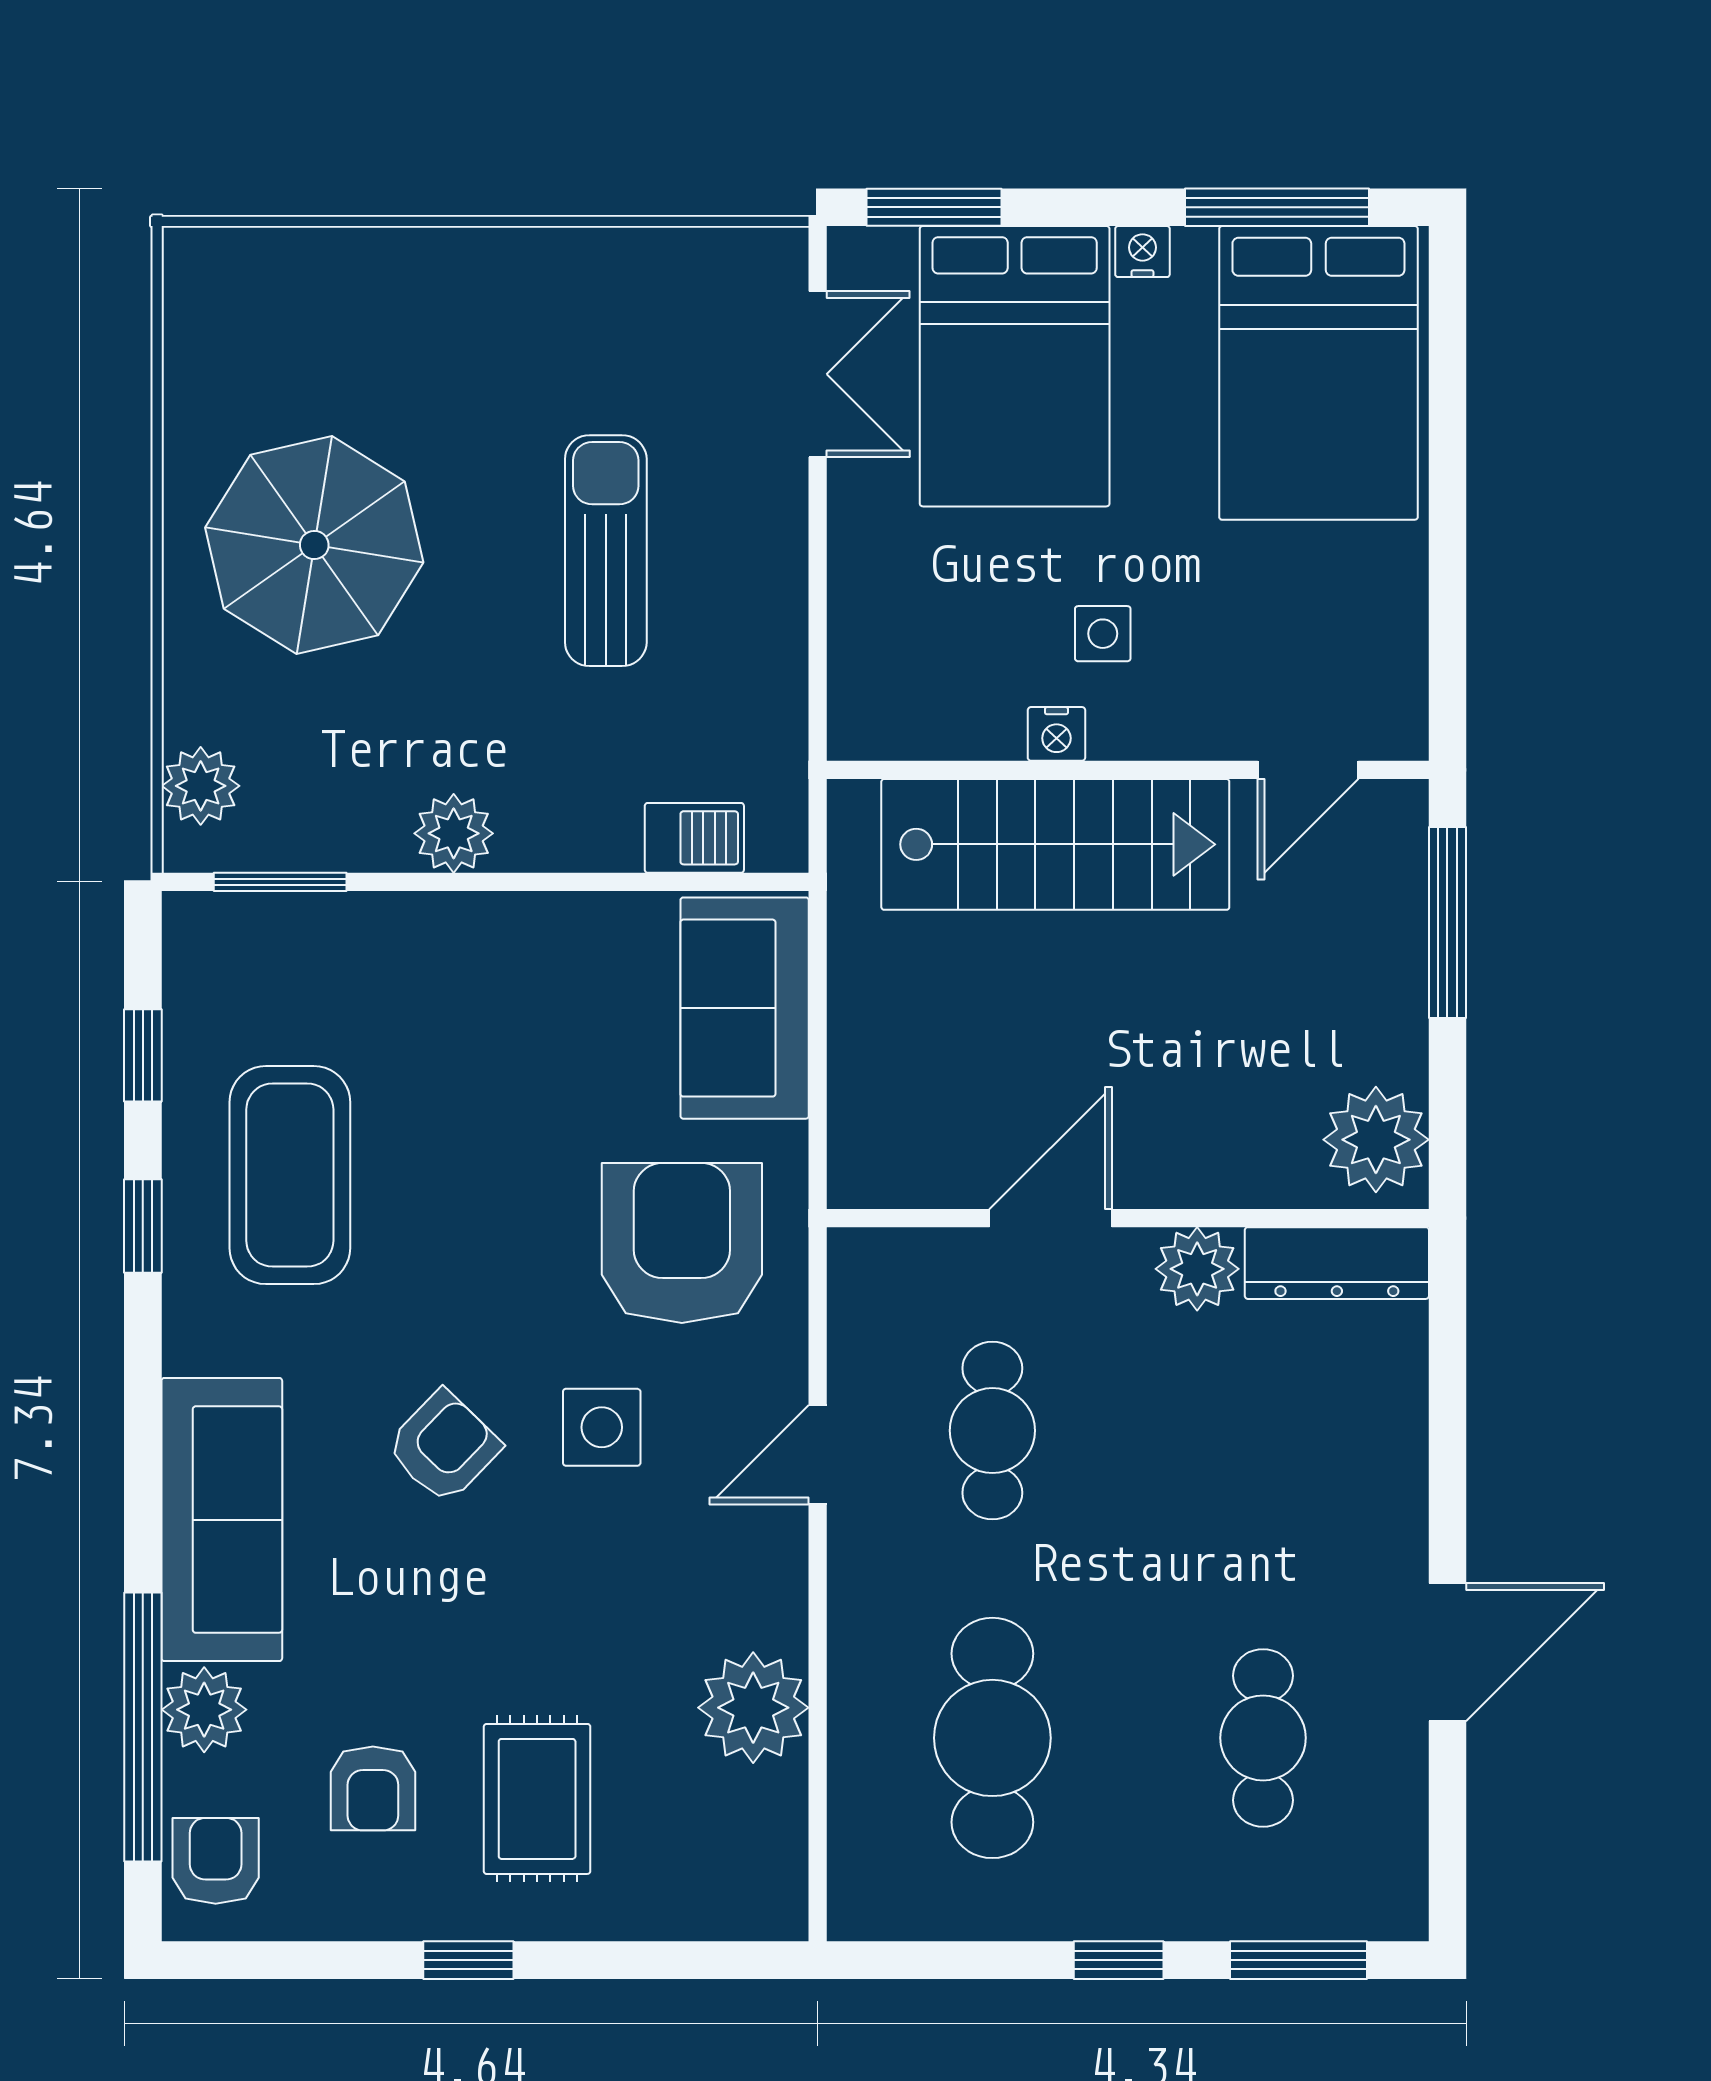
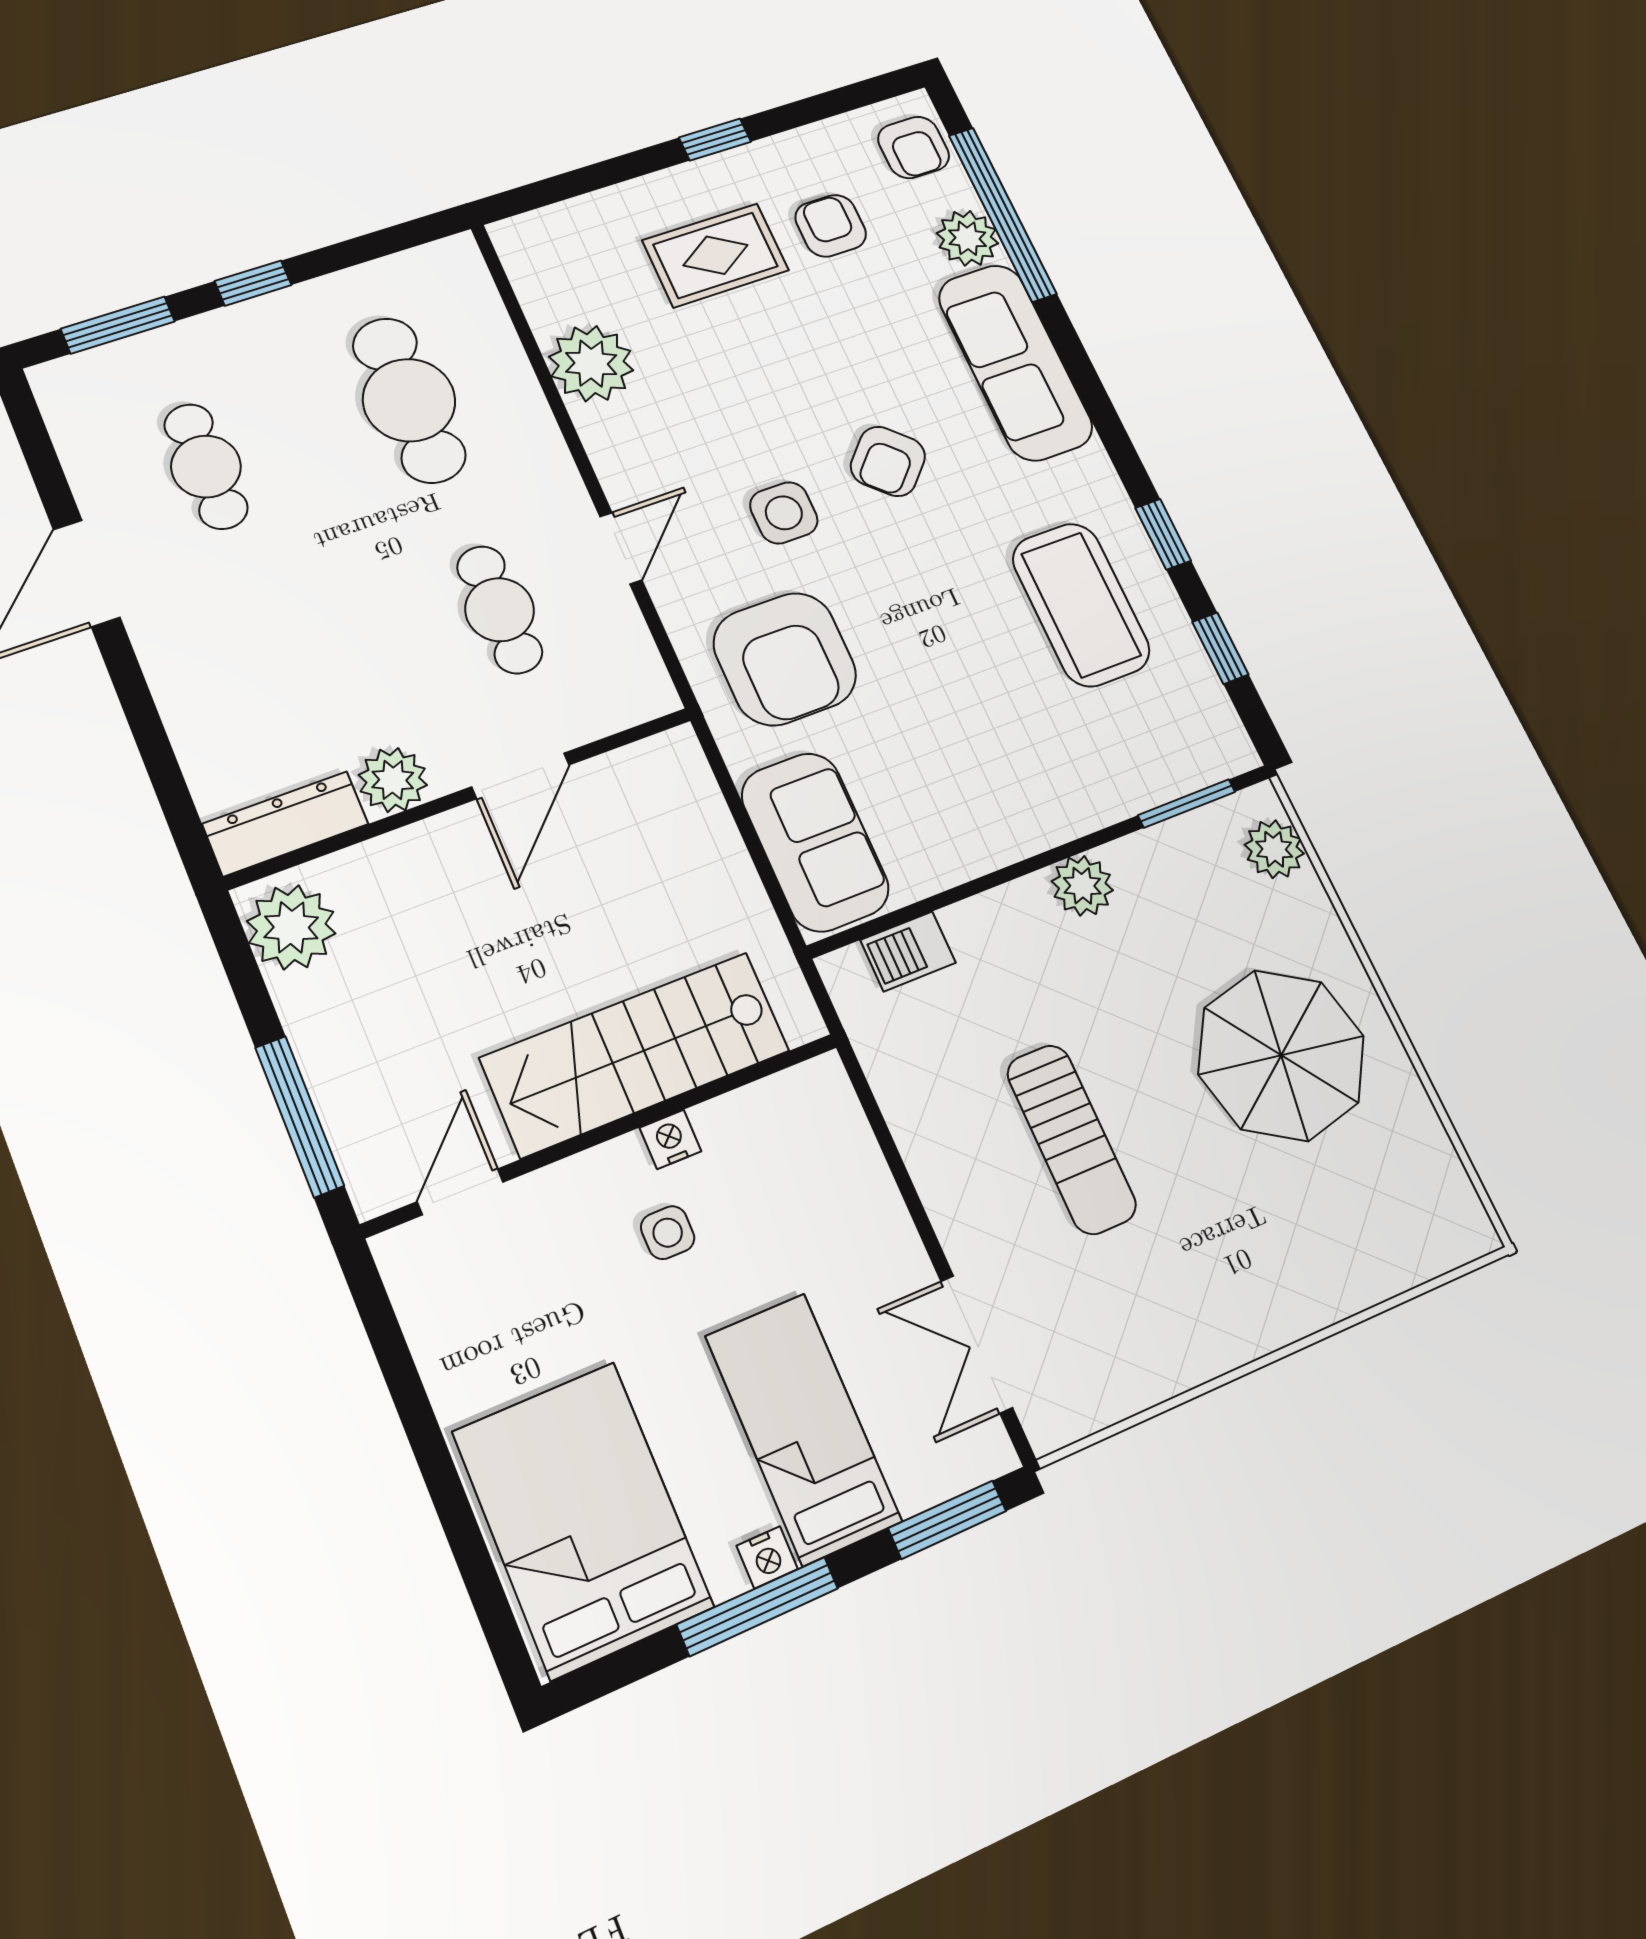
window: (1277, 207) -> (758, 1606), moved
bed: (1015, 366) -> (803, 1428), width x0.67
rug: (537, 1799) -> (716, 255), turned 90

